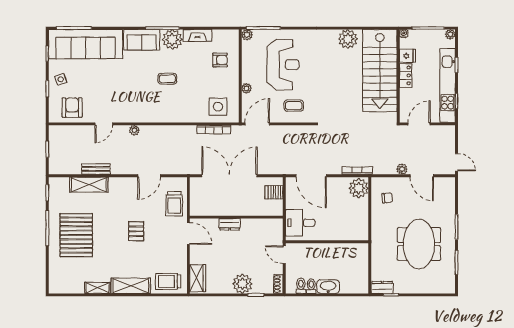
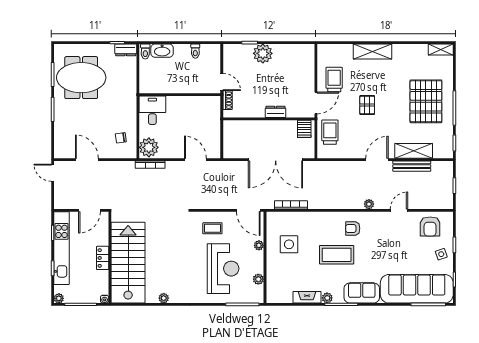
plant: (247, 35) -> (258, 279), moved
plant: (172, 39) -> (327, 298), width x0.53, depth x0.53
plant: (348, 39) -> (164, 298), width x0.53, depth x0.53
fridge: (408, 56) -> (101, 277), removed
armchair: (220, 60) -> (353, 228), moved
reception desk: (283, 65) -> (223, 269), turned 180
coffee table: (167, 79) -> (337, 255), width x1.86, depth x1.72
side table: (218, 107) -> (289, 244), moved
door: (257, 124) -> (248, 210), hinge flipped
bench: (96, 169) -> (412, 166), width x1.36
plant: (402, 169) -> (106, 166), removed
door: (149, 176) -> (377, 160), moved
door: (311, 176) -> (195, 160), width x0.73
server rack: (274, 192) -> (304, 129), moved, turned 90
desk: (300, 223) -> (152, 110), moved, turned -90
door: (188, 233) -> (316, 103), swing flipped
meeting table: (419, 244) -> (81, 78), moved, turned 90
wardrobe: (198, 278) -> (307, 59), removed
trolley: (168, 281) -> (334, 79), moved, turned -90
shoe rack: (278, 284) -> (228, 100), moved
toilet: (301, 286) -> (145, 51), moved
washbasin: (328, 287) -> (162, 51), moved
shelving: (98, 288) -> (441, 49), moved

